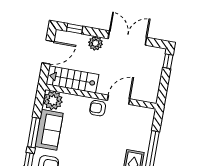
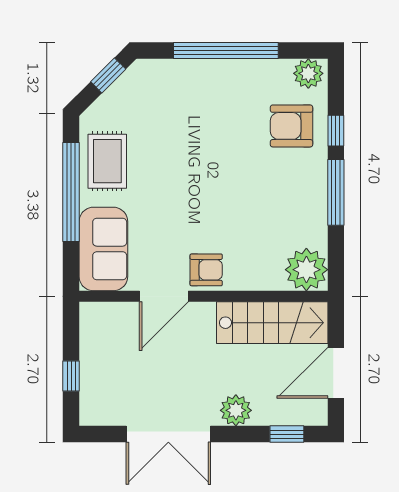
window: (168, 61) -> (71, 376), moved
sofa: (49, 130) -> (103, 249), moved, turned 180

